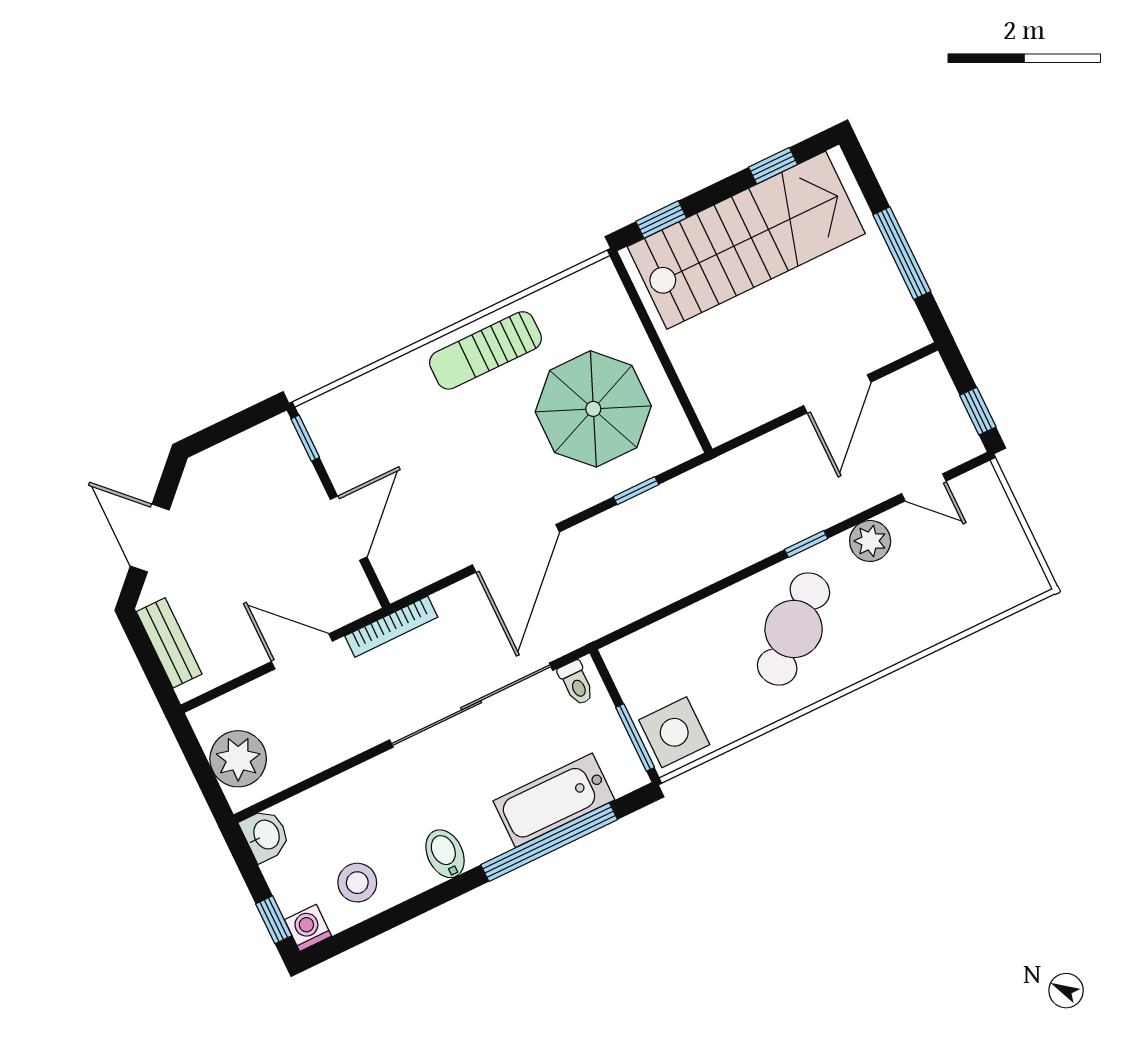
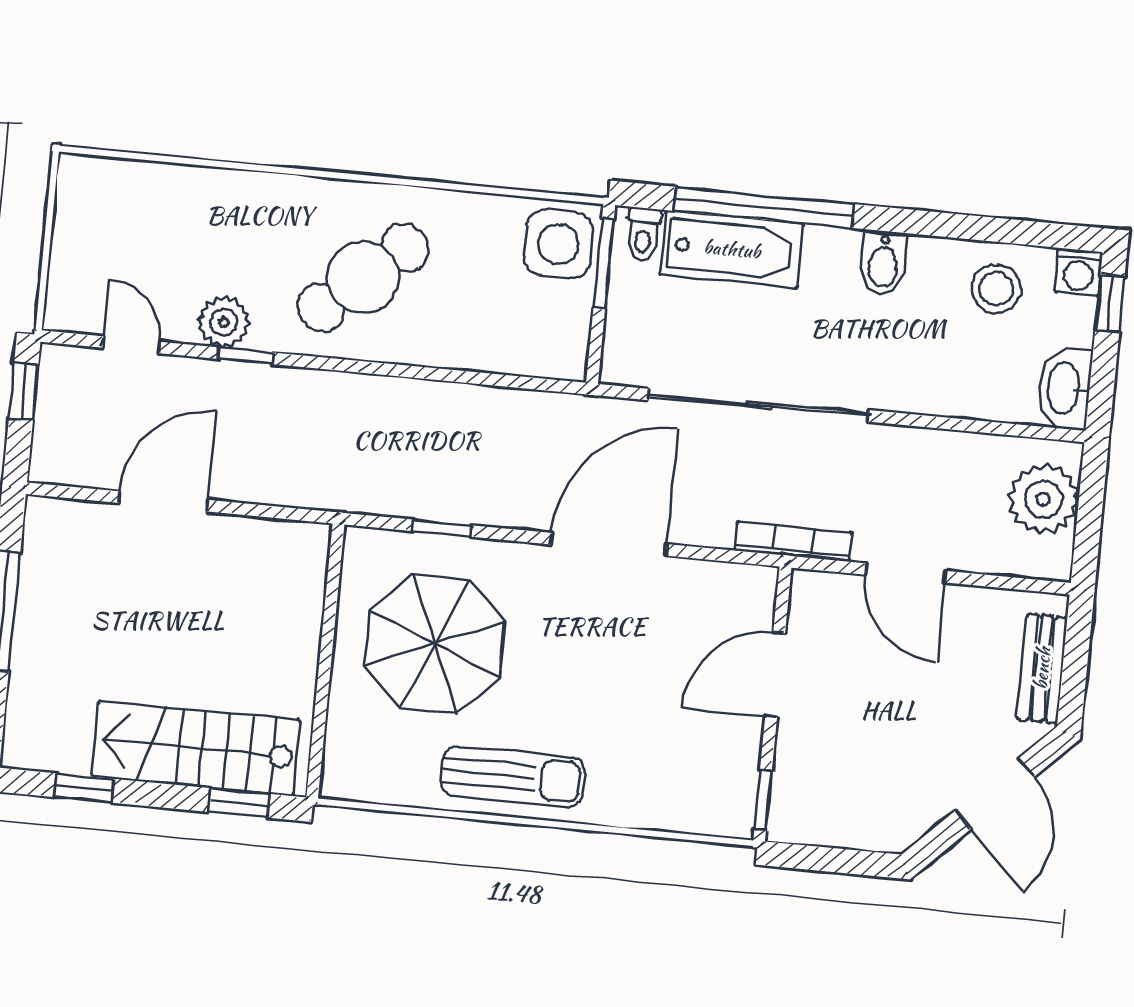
stairs: (746, 240) -> (196, 748), width x0.73, depth x0.66
window: (806, 544) -> (246, 356), moved
toilet: (576, 683) -> (643, 234), moved, turned 180
washbasin: (265, 835) -> (1065, 388), width x1.38

